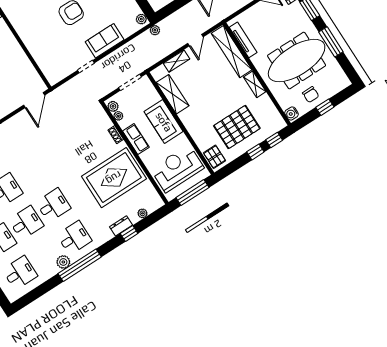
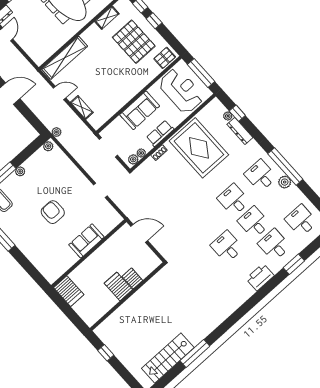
tv unit: (243, 40) -> (52, 49), removed
sofa: (105, 41) -> (86, 241), moved, turned 90
shelving: (255, 84) -> (107, 18), moved
shelving: (172, 94) -> (113, 106), removed
reception desk: (177, 169) -> (181, 91), turned 180
dresser: (121, 226) -> (240, 131), width x1.44
window: (129, 233) -> (237, 113), moved

